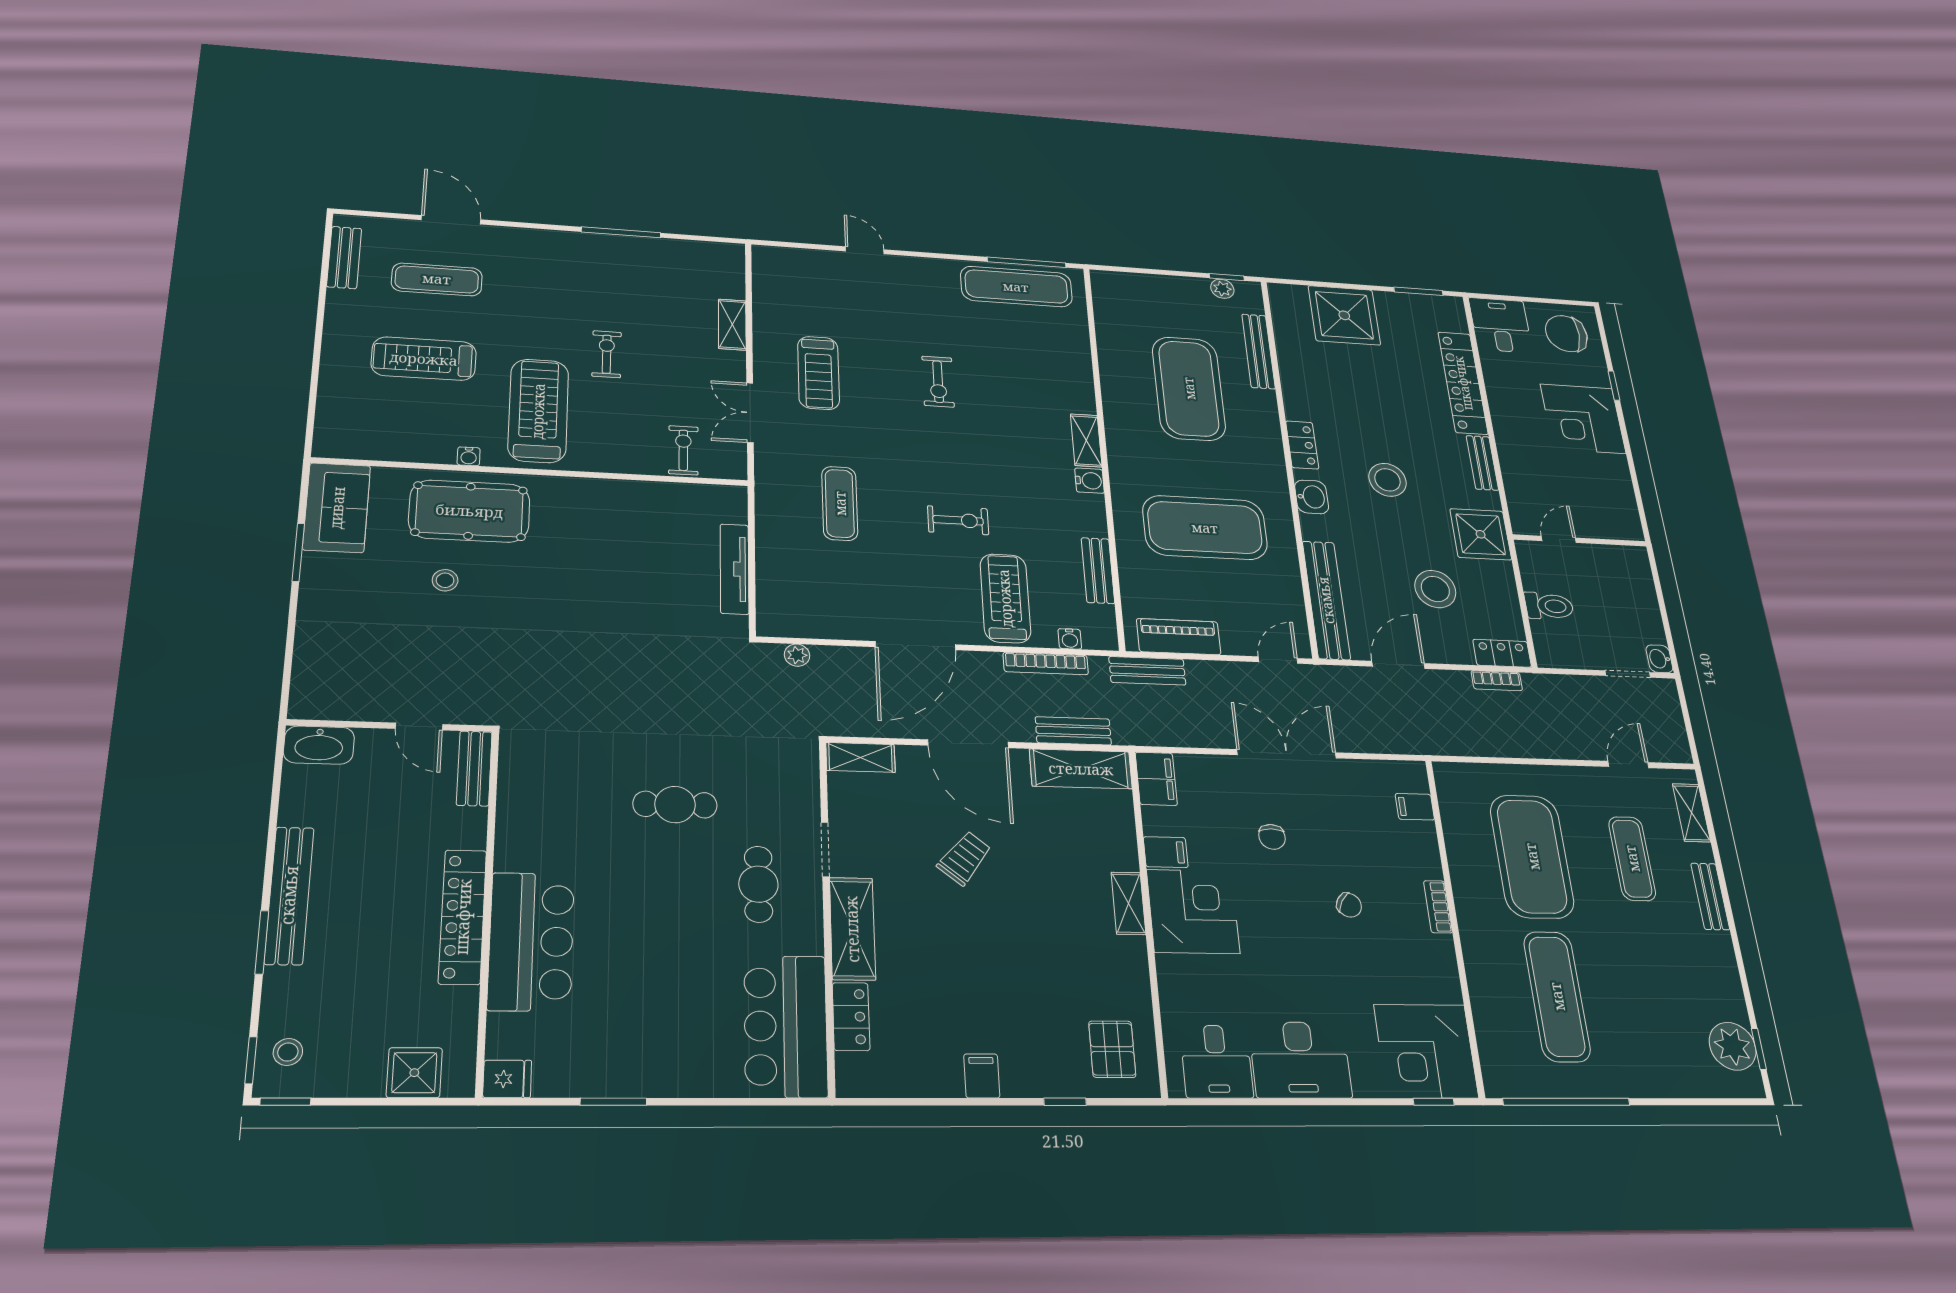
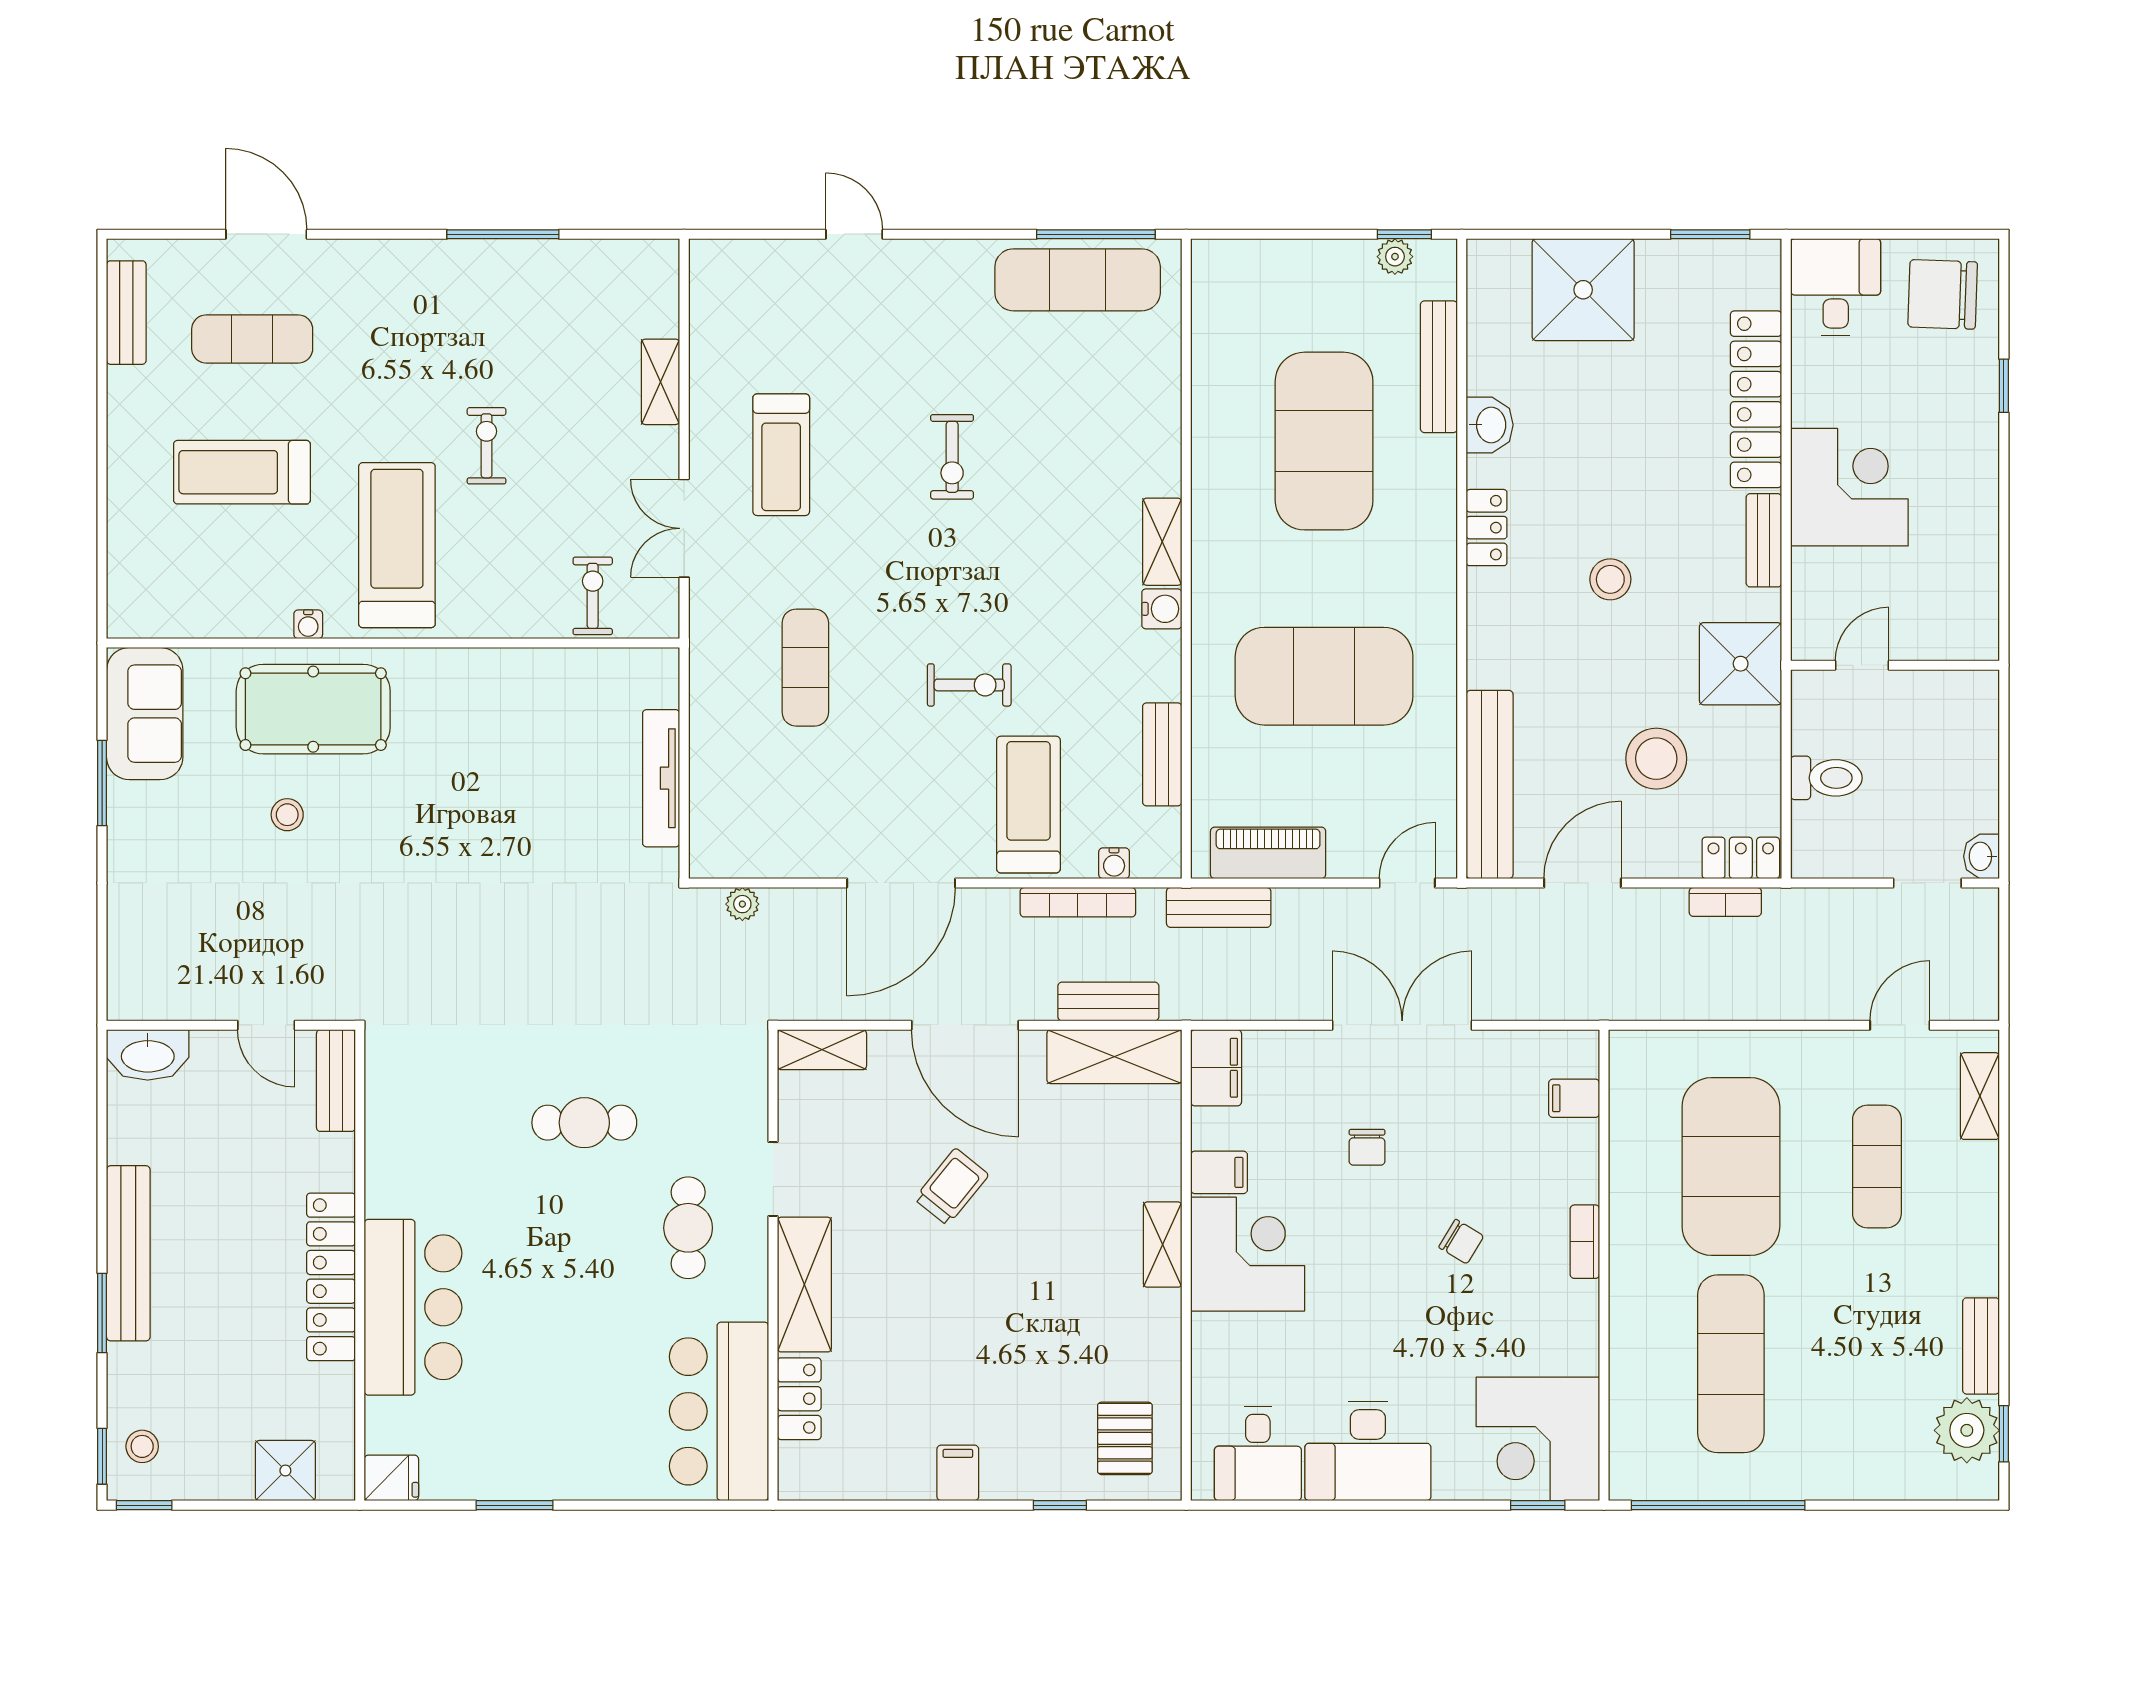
corner desk: (1583, 419) -> (1849, 487), moved, turned 180
stool: (1388, 480) -> (1610, 579), width x0.73, depth x0.73
washbasin: (1312, 497) -> (1490, 425), moved
bench: (1710, 896) -> (1981, 1346), moved

